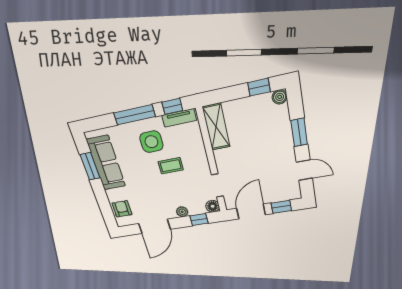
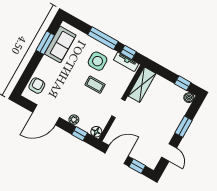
sofa: (106, 163) -> (60, 44), width x0.73
doorway: (217, 185) -> (118, 108), moved

